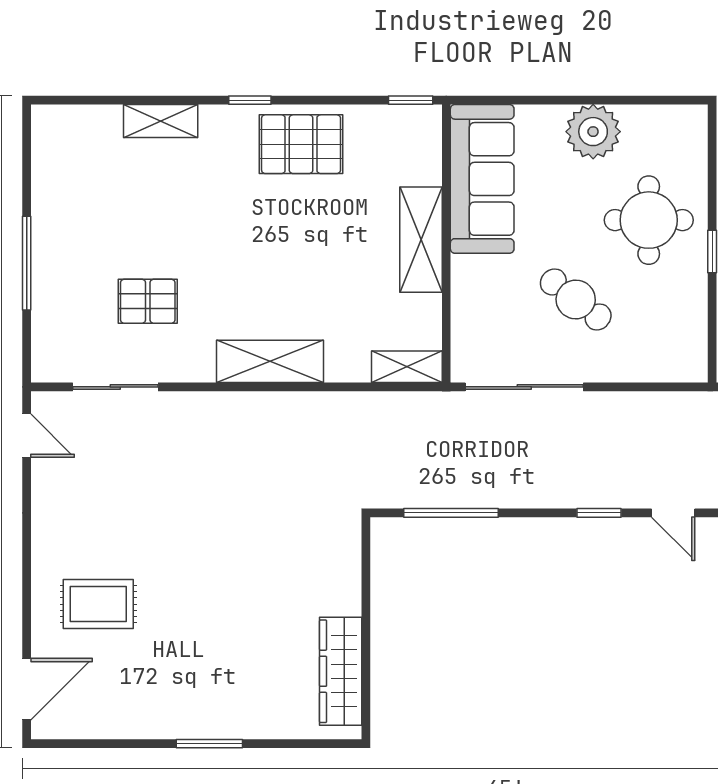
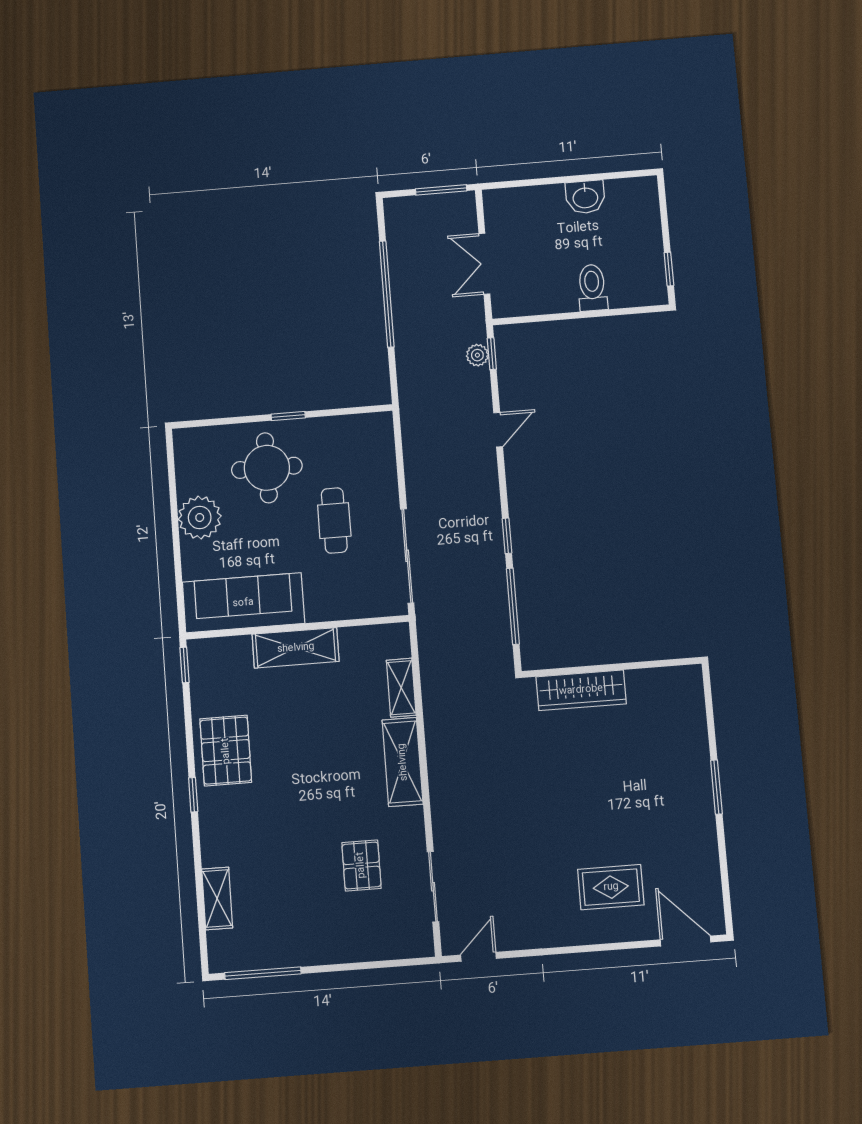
shelving: (161, 121) -> (217, 898), moved
window: (27, 263) -> (263, 973), moved
cafe table: (576, 299) -> (334, 521), turned -38
shelving: (407, 367) -> (401, 688), moved
window: (599, 513) -> (507, 536), moved
rug: (98, 604) -> (611, 887), turned 90
wardrobe: (341, 671) -> (581, 690), moved

